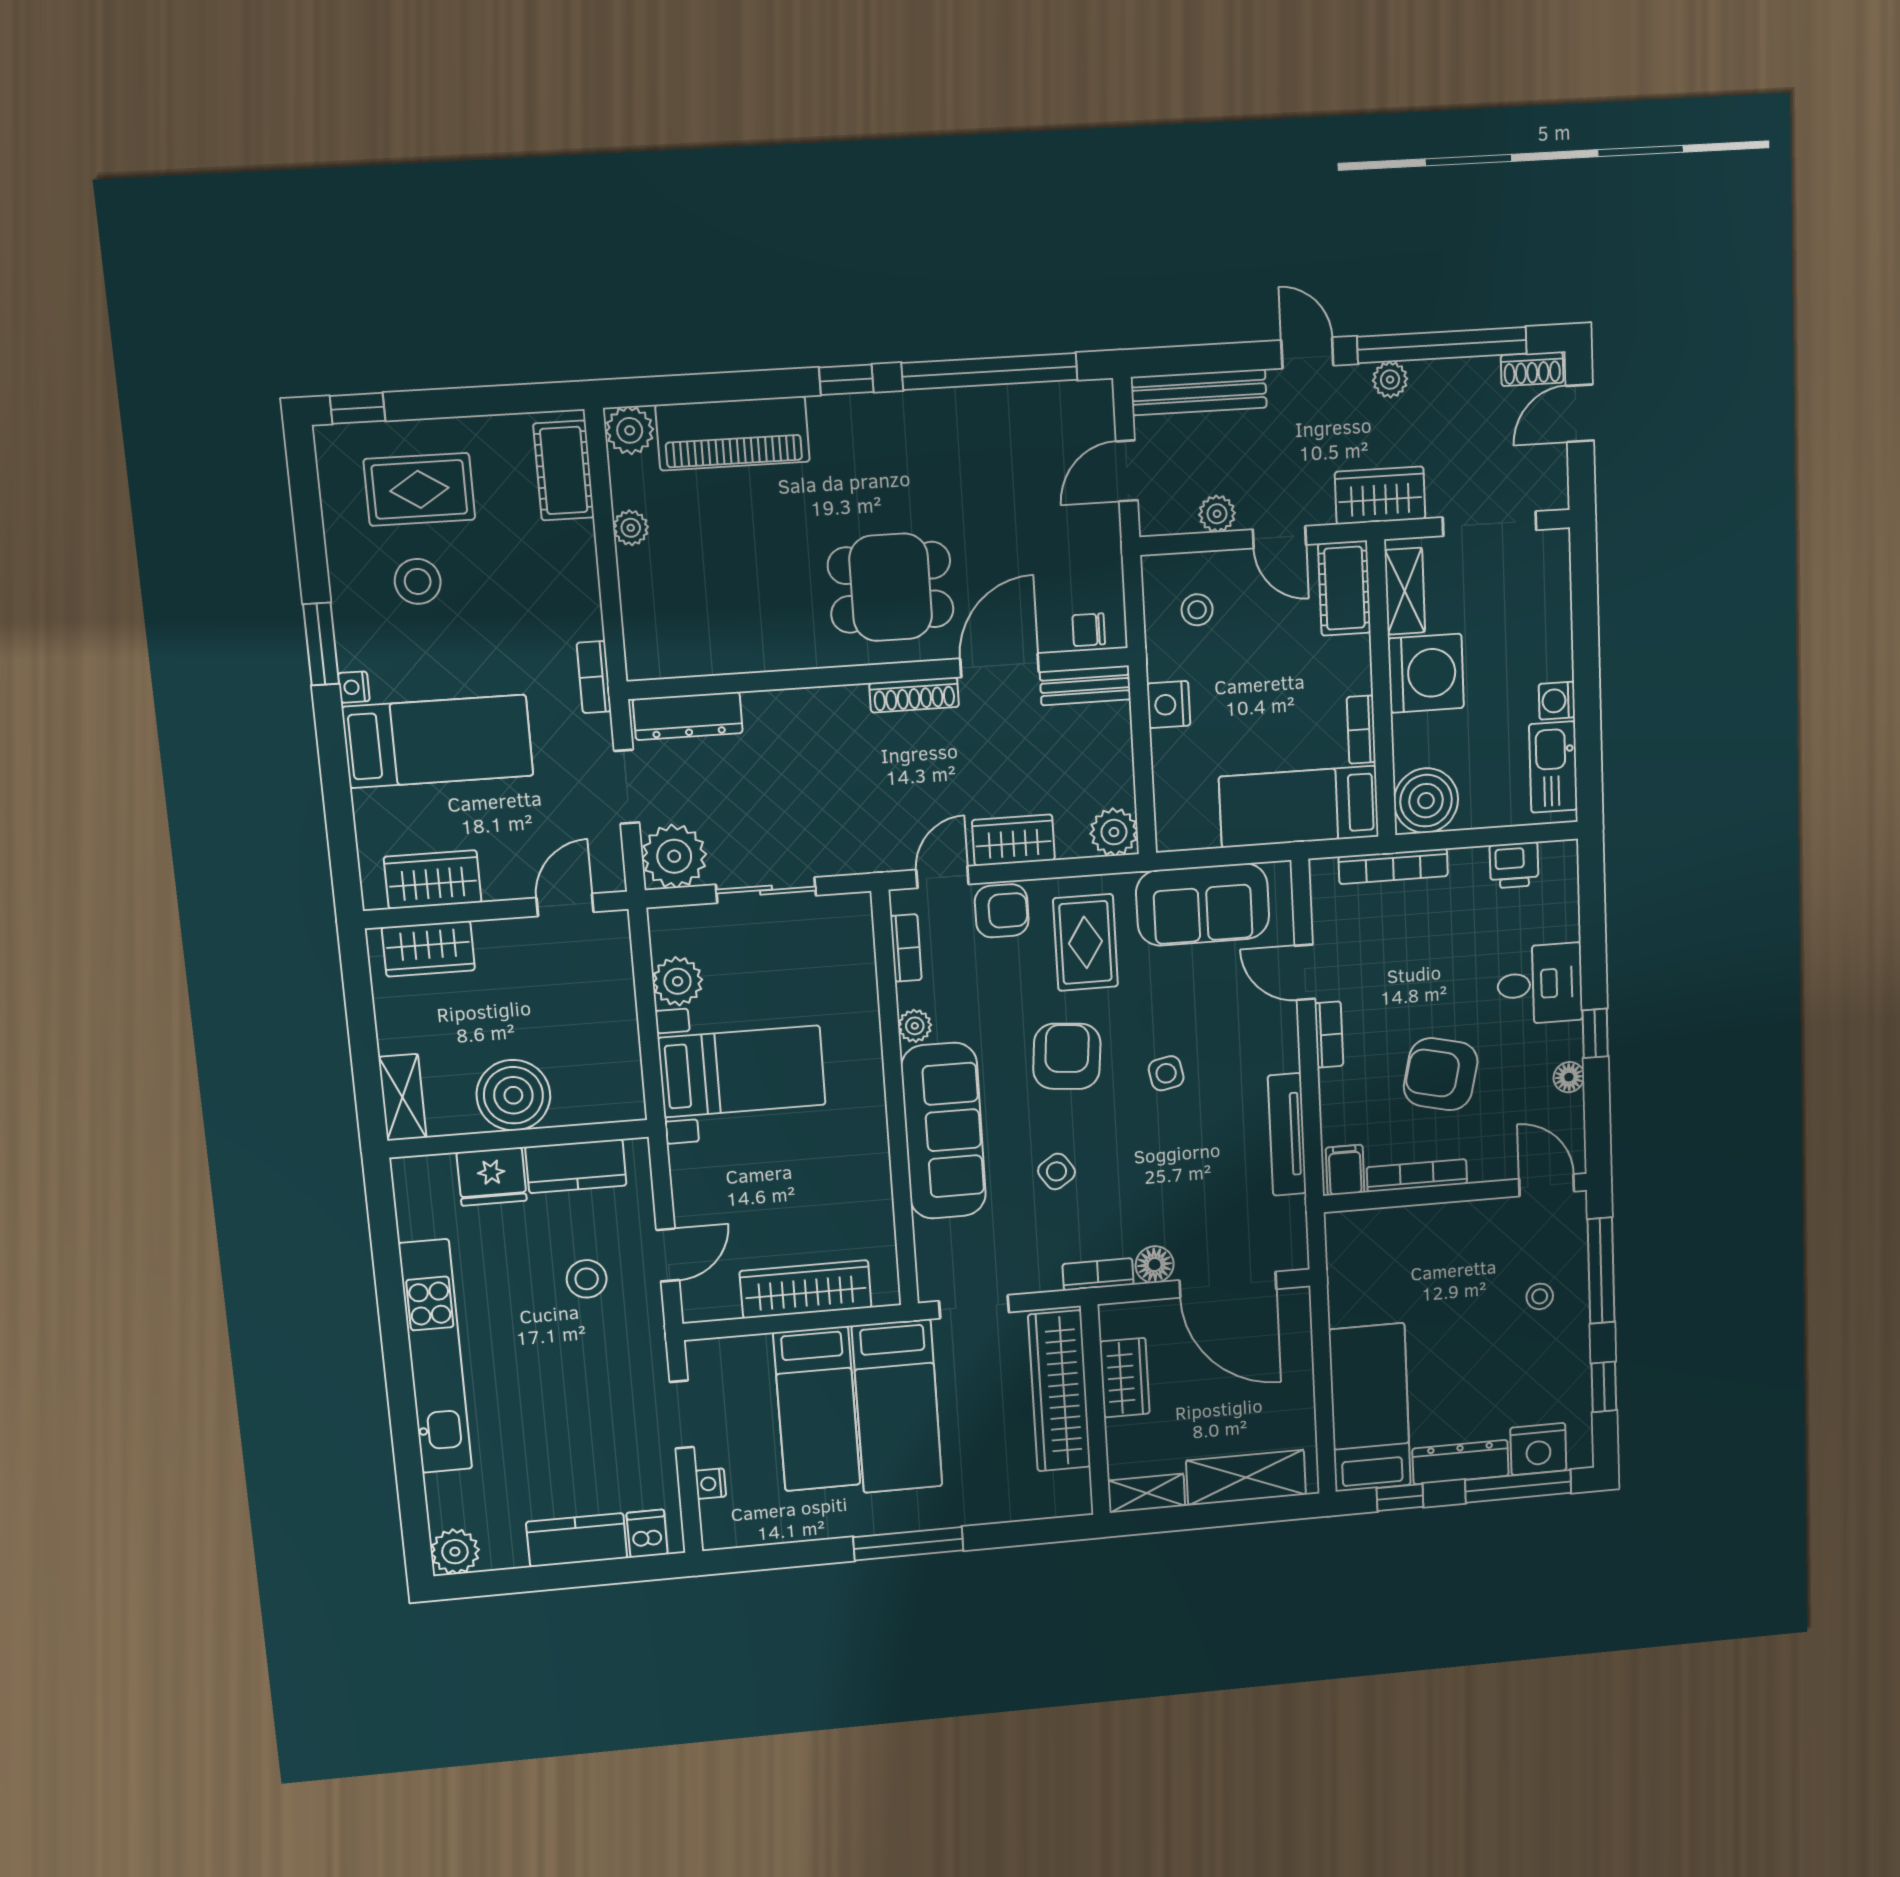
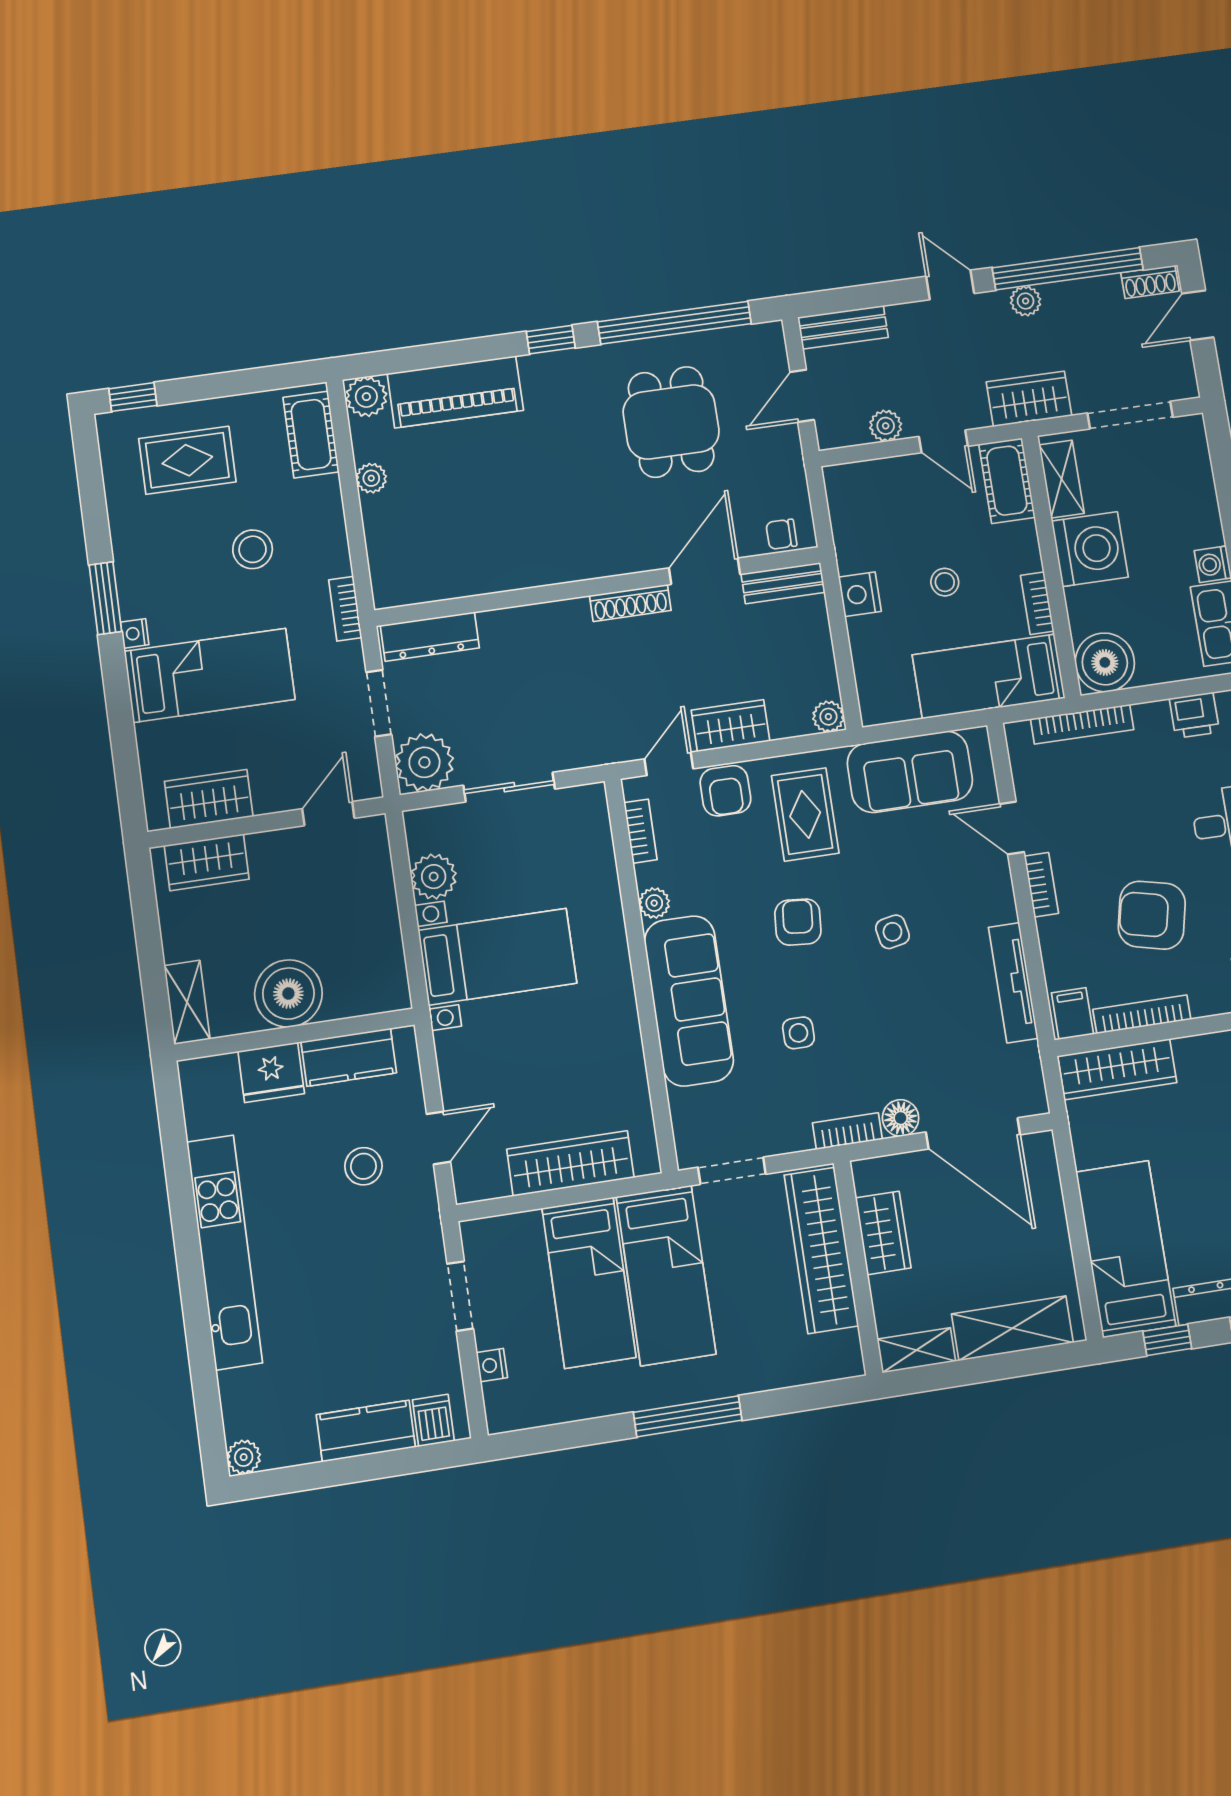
bench: (1199, 392) -> (843, 327), width x0.73
stool: (418, 581) -> (253, 549), moved
dining table: (891, 587) -> (671, 422), moved, turned 90
stool: (1197, 610) -> (945, 582), moved
plant: (1114, 832) -> (828, 717), width x0.73, depth x0.73
armchair: (1002, 911) -> (725, 791), turned 90
armchair: (1067, 1056) -> (798, 922), width x0.72, depth x0.72
side table: (1057, 1171) -> (798, 1033), turned 34
wardrobe: (1384, 1229) -> (1117, 1069), added
plant: (455, 1552) -> (244, 1457), width x0.73, depth x0.73

